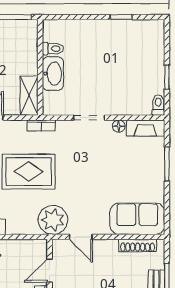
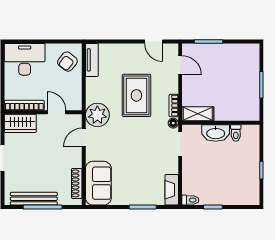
toilet: (53, 49) -> (236, 133), moved
wall: (40, 67) -> (221, 123), moved
washbasin: (53, 74) -> (216, 133), moved
shelving: (29, 96) -> (198, 114), moved
floor lamp: (119, 126) -> (173, 123), moved

